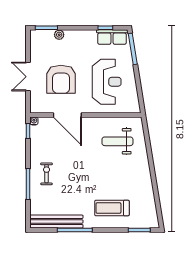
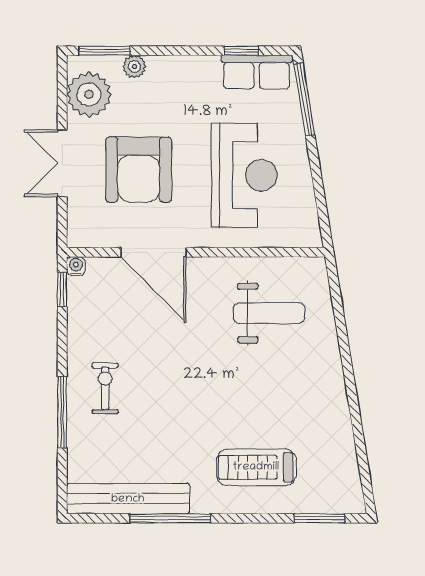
plant: (40, 47) -> (89, 94), added
weight bench: (117, 141) -> (269, 313), turned 180

